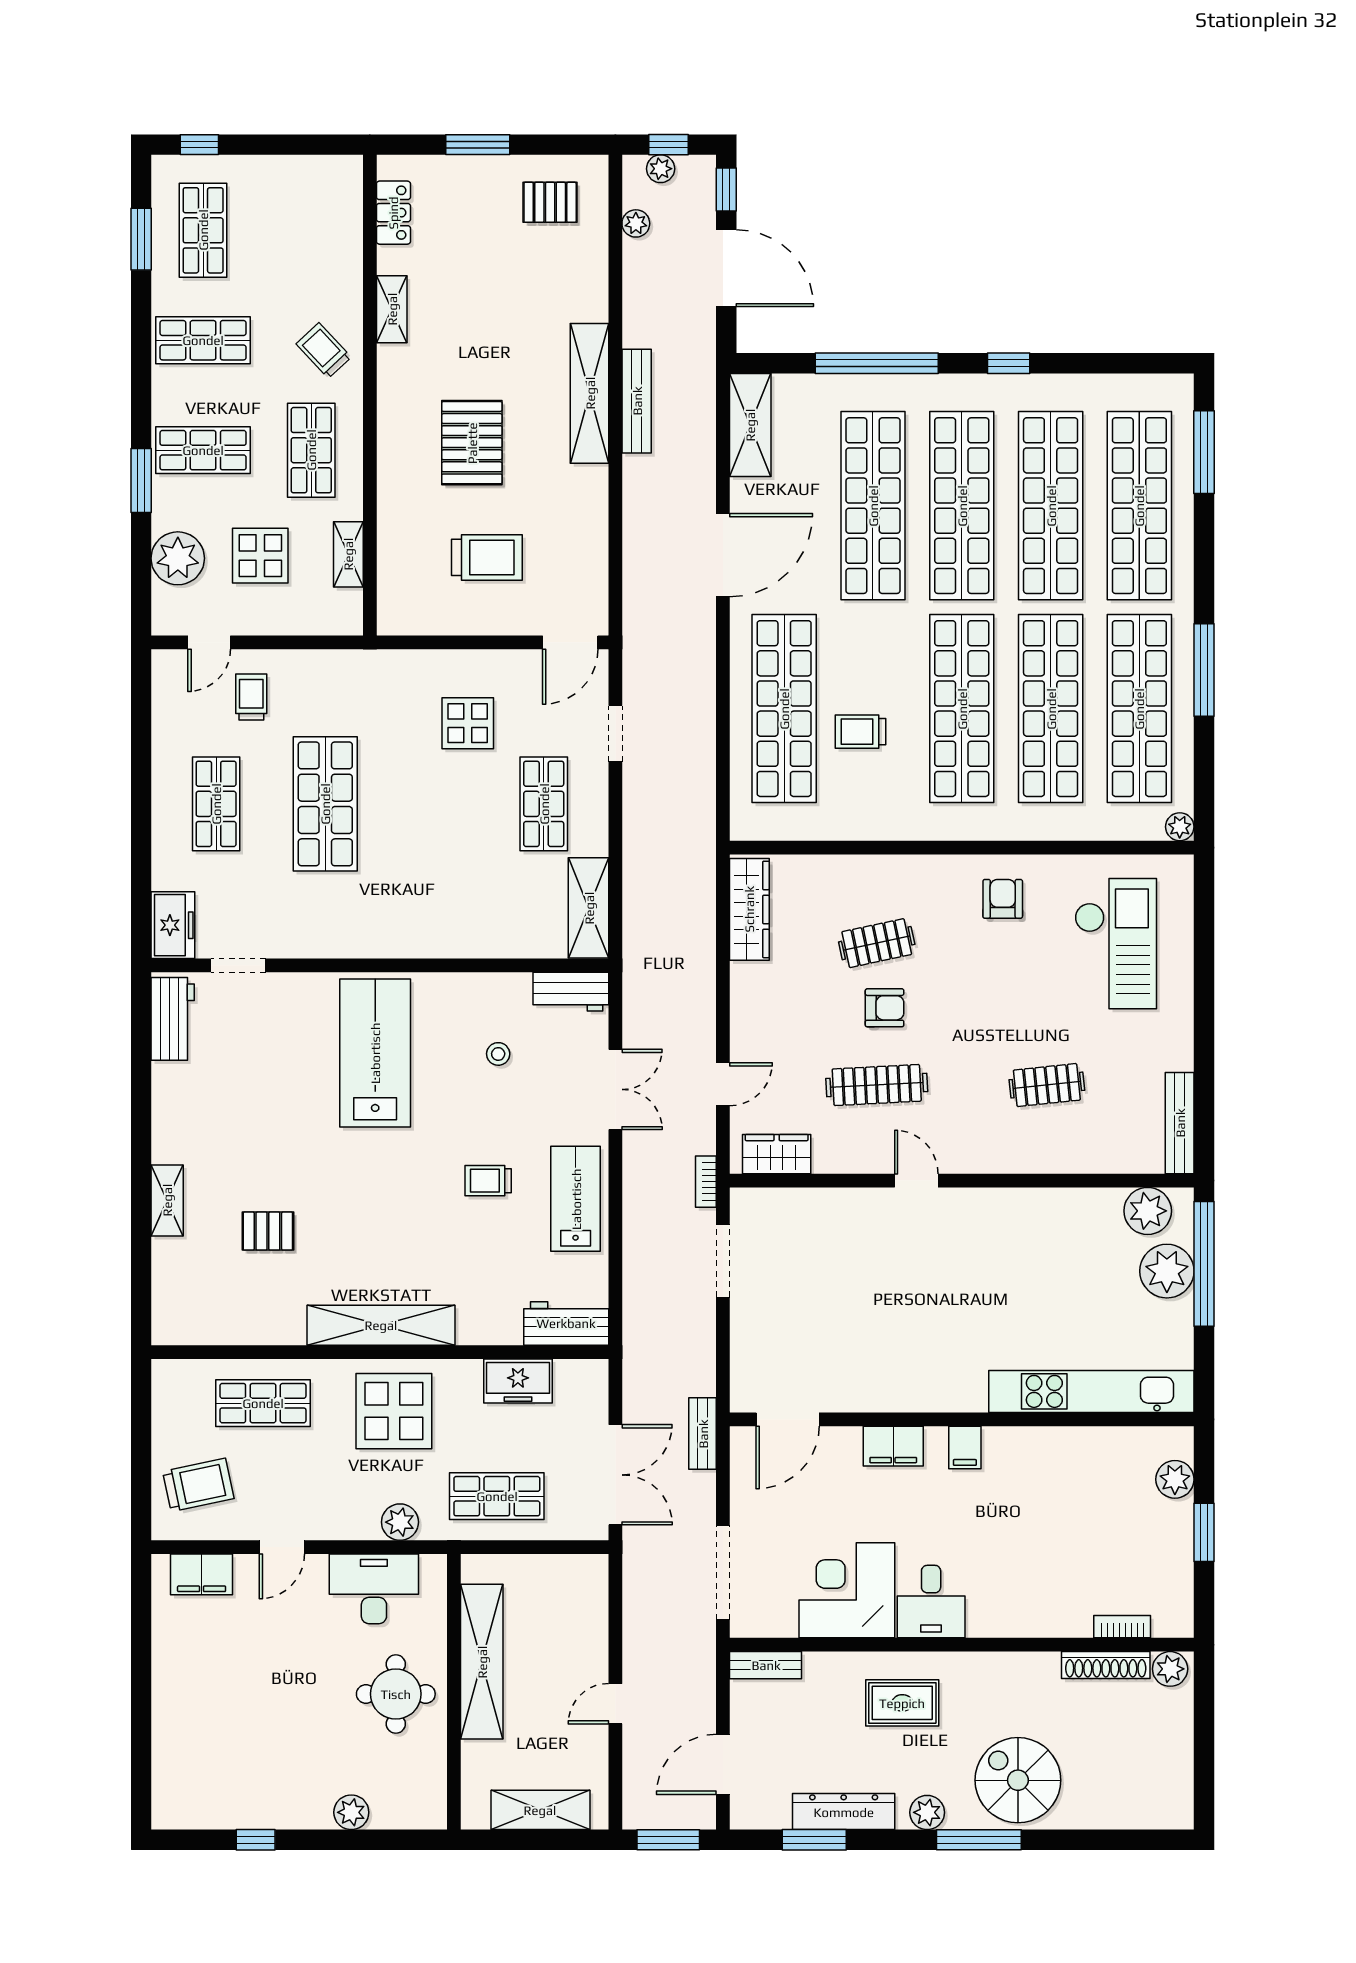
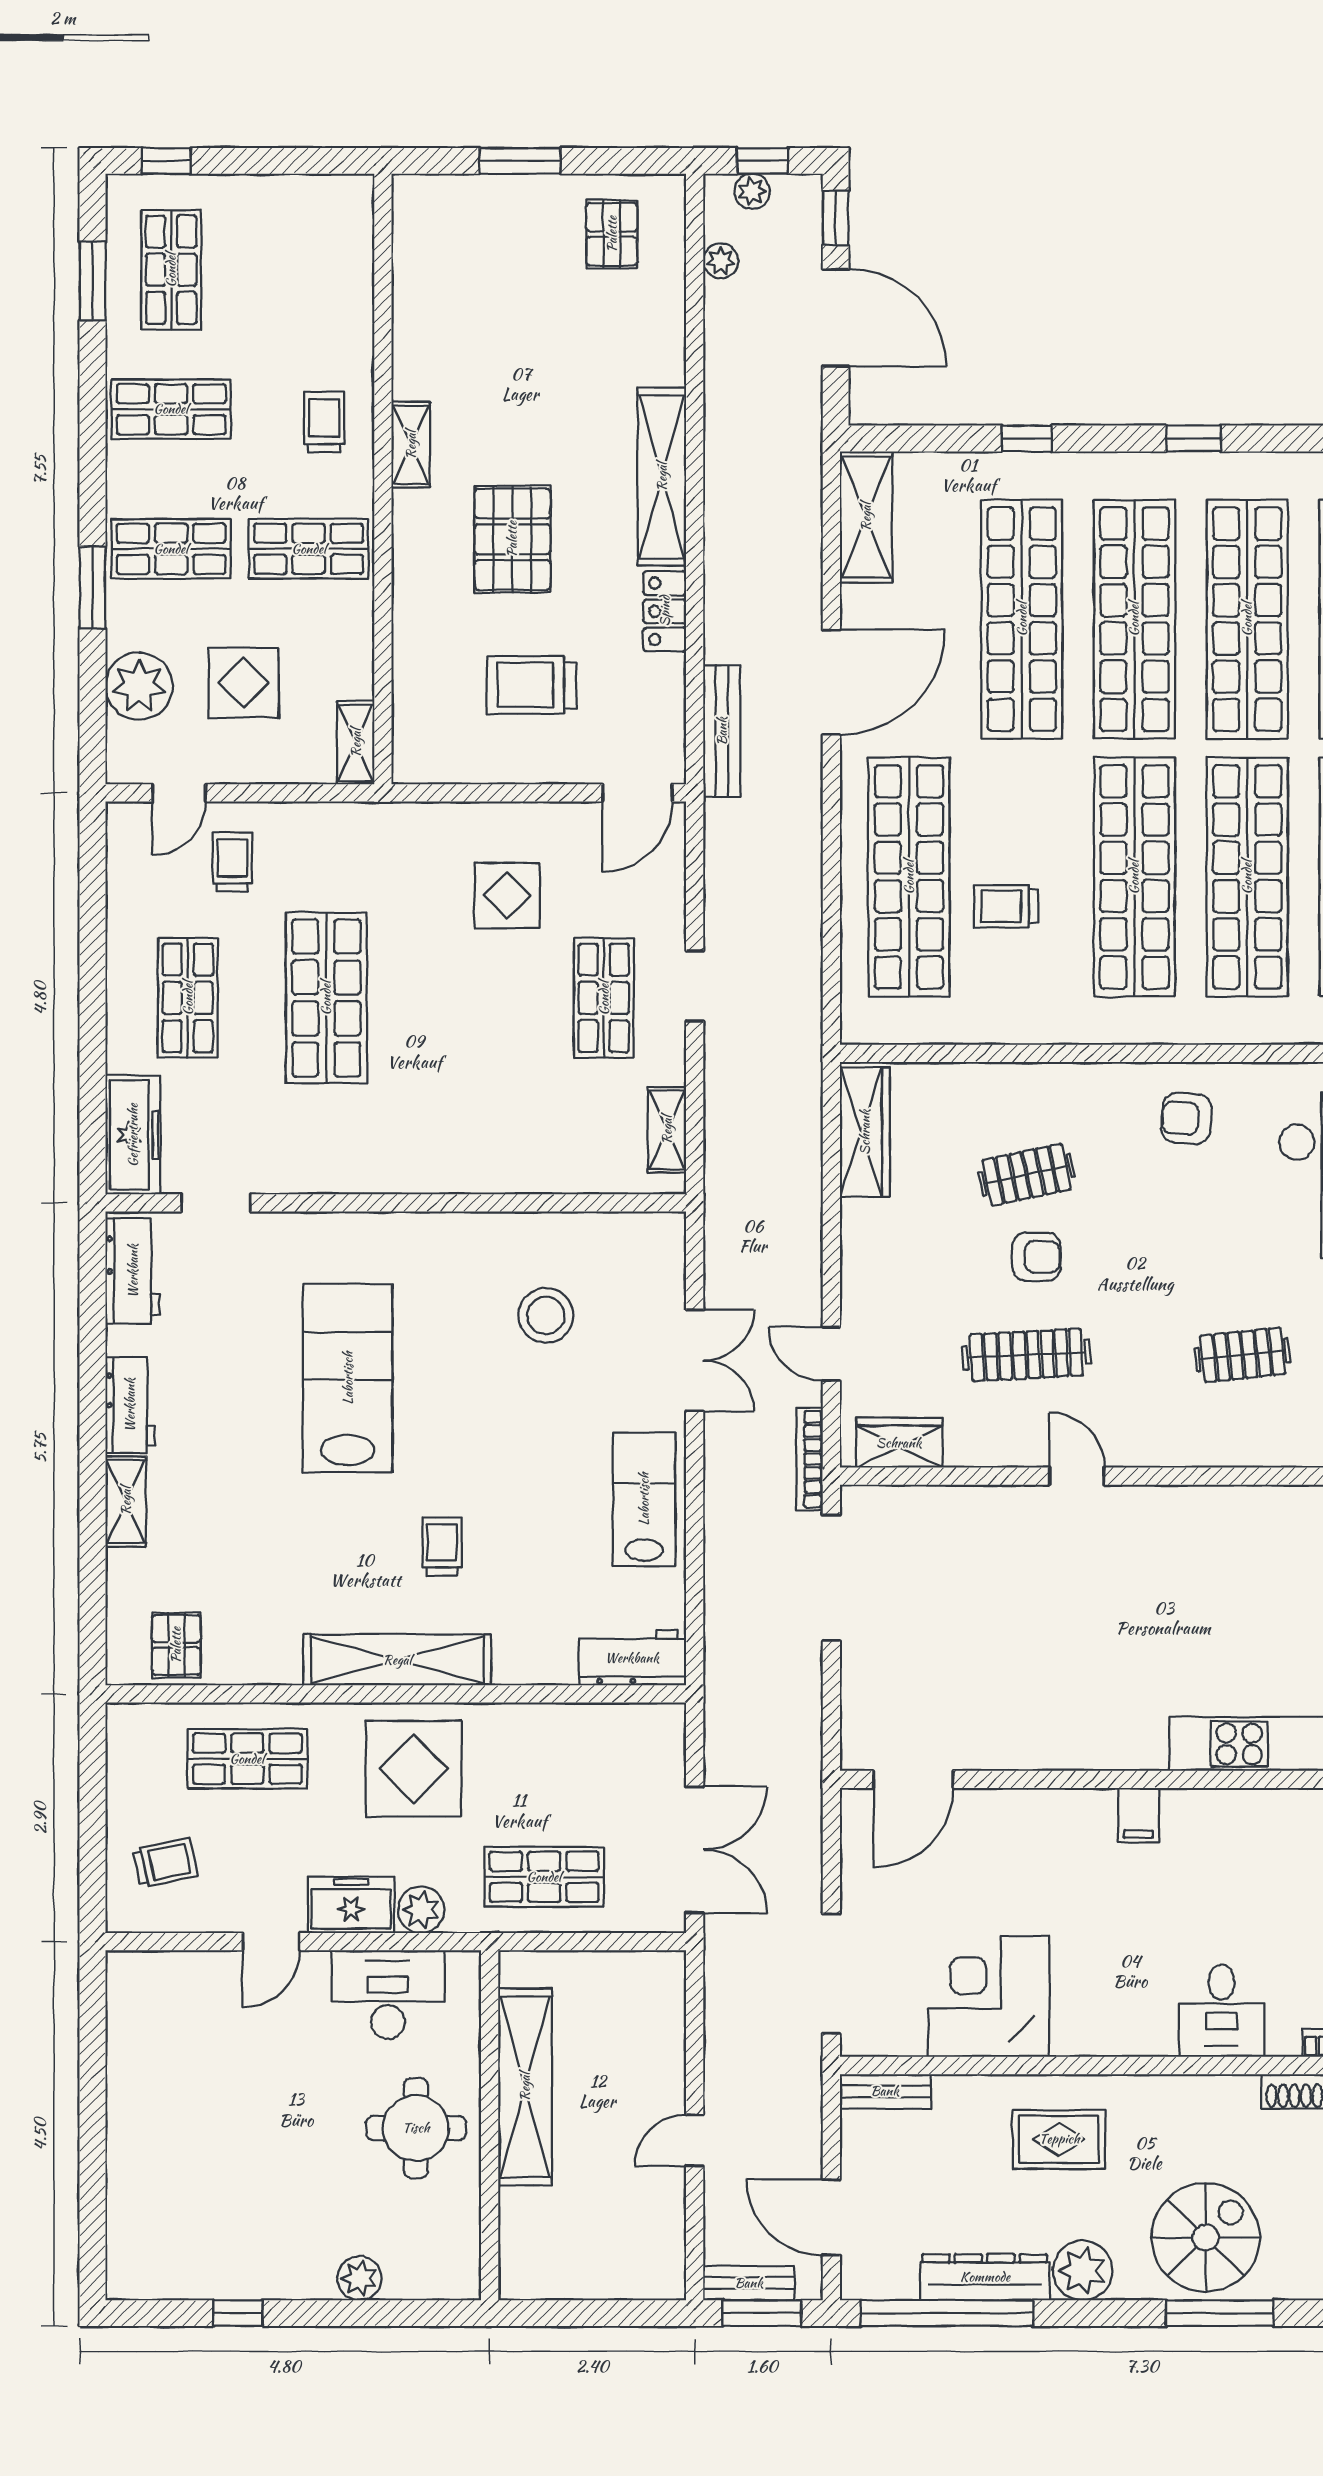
pallet: (550, 202) -> (612, 234), turned 90
locker: (393, 213) -> (665, 611), moved, turned 180
shelving: (392, 309) -> (411, 445), moved
trolley: (324, 350) -> (324, 422), turned 43
window: (877, 363) -> (1027, 438), width x0.32
bench: (637, 401) -> (722, 731), moved
shop shelf: (311, 450) -> (309, 549), turned 90
shelving: (348, 554) -> (356, 743), moved
trolley: (487, 557) -> (532, 685), turned 180
doorway: (615, 734) -> (695, 986), moved
armchair: (1003, 899) -> (1186, 1118), turned -86
shelving: (589, 908) -> (667, 1130), width x0.67, depth x0.75
freezer: (173, 925) -> (133, 1135), width x1.40
workbench: (571, 992) -> (130, 1405), moved, turned -90
lab bench: (375, 1053) -> (348, 1378), moved
stool: (498, 1054) -> (546, 1315), width x1.89, depth x1.89
door: (723, 1084) -> (831, 1354), swing flipped
trolley: (488, 1181) -> (442, 1546), moved, turned 90
bookcase: (706, 1182) -> (810, 1459), width x1.56
pallet: (268, 1231) -> (176, 1645), moved, turned 90
doorway: (723, 1261) -> (831, 1578), width x1.36
freezer: (518, 1381) -> (351, 1905), moved, turned 180
bench: (703, 1434) -> (749, 2283), moved, turned 90
filing cabinet: (893, 1446) -> (1047, 1813), removed
trolley: (198, 1485) -> (165, 1863), width x0.73, depth x0.72
filing cabinet: (202, 1574) -> (169, 1976), removed
desk: (931, 1602) -> (1222, 2011), moved
door: (723, 1764) -> (831, 2217), hinge flipped
spiral stairs: (1018, 1780) -> (1206, 2237), turned 90
shelving: (540, 1810) -> (600, 2275), removed
plant: (927, 1812) -> (1083, 2271), width x1.36, depth x1.36
window: (814, 1840) -> (947, 2313), width x2.11
window: (979, 1840) -> (1220, 2313), moved

